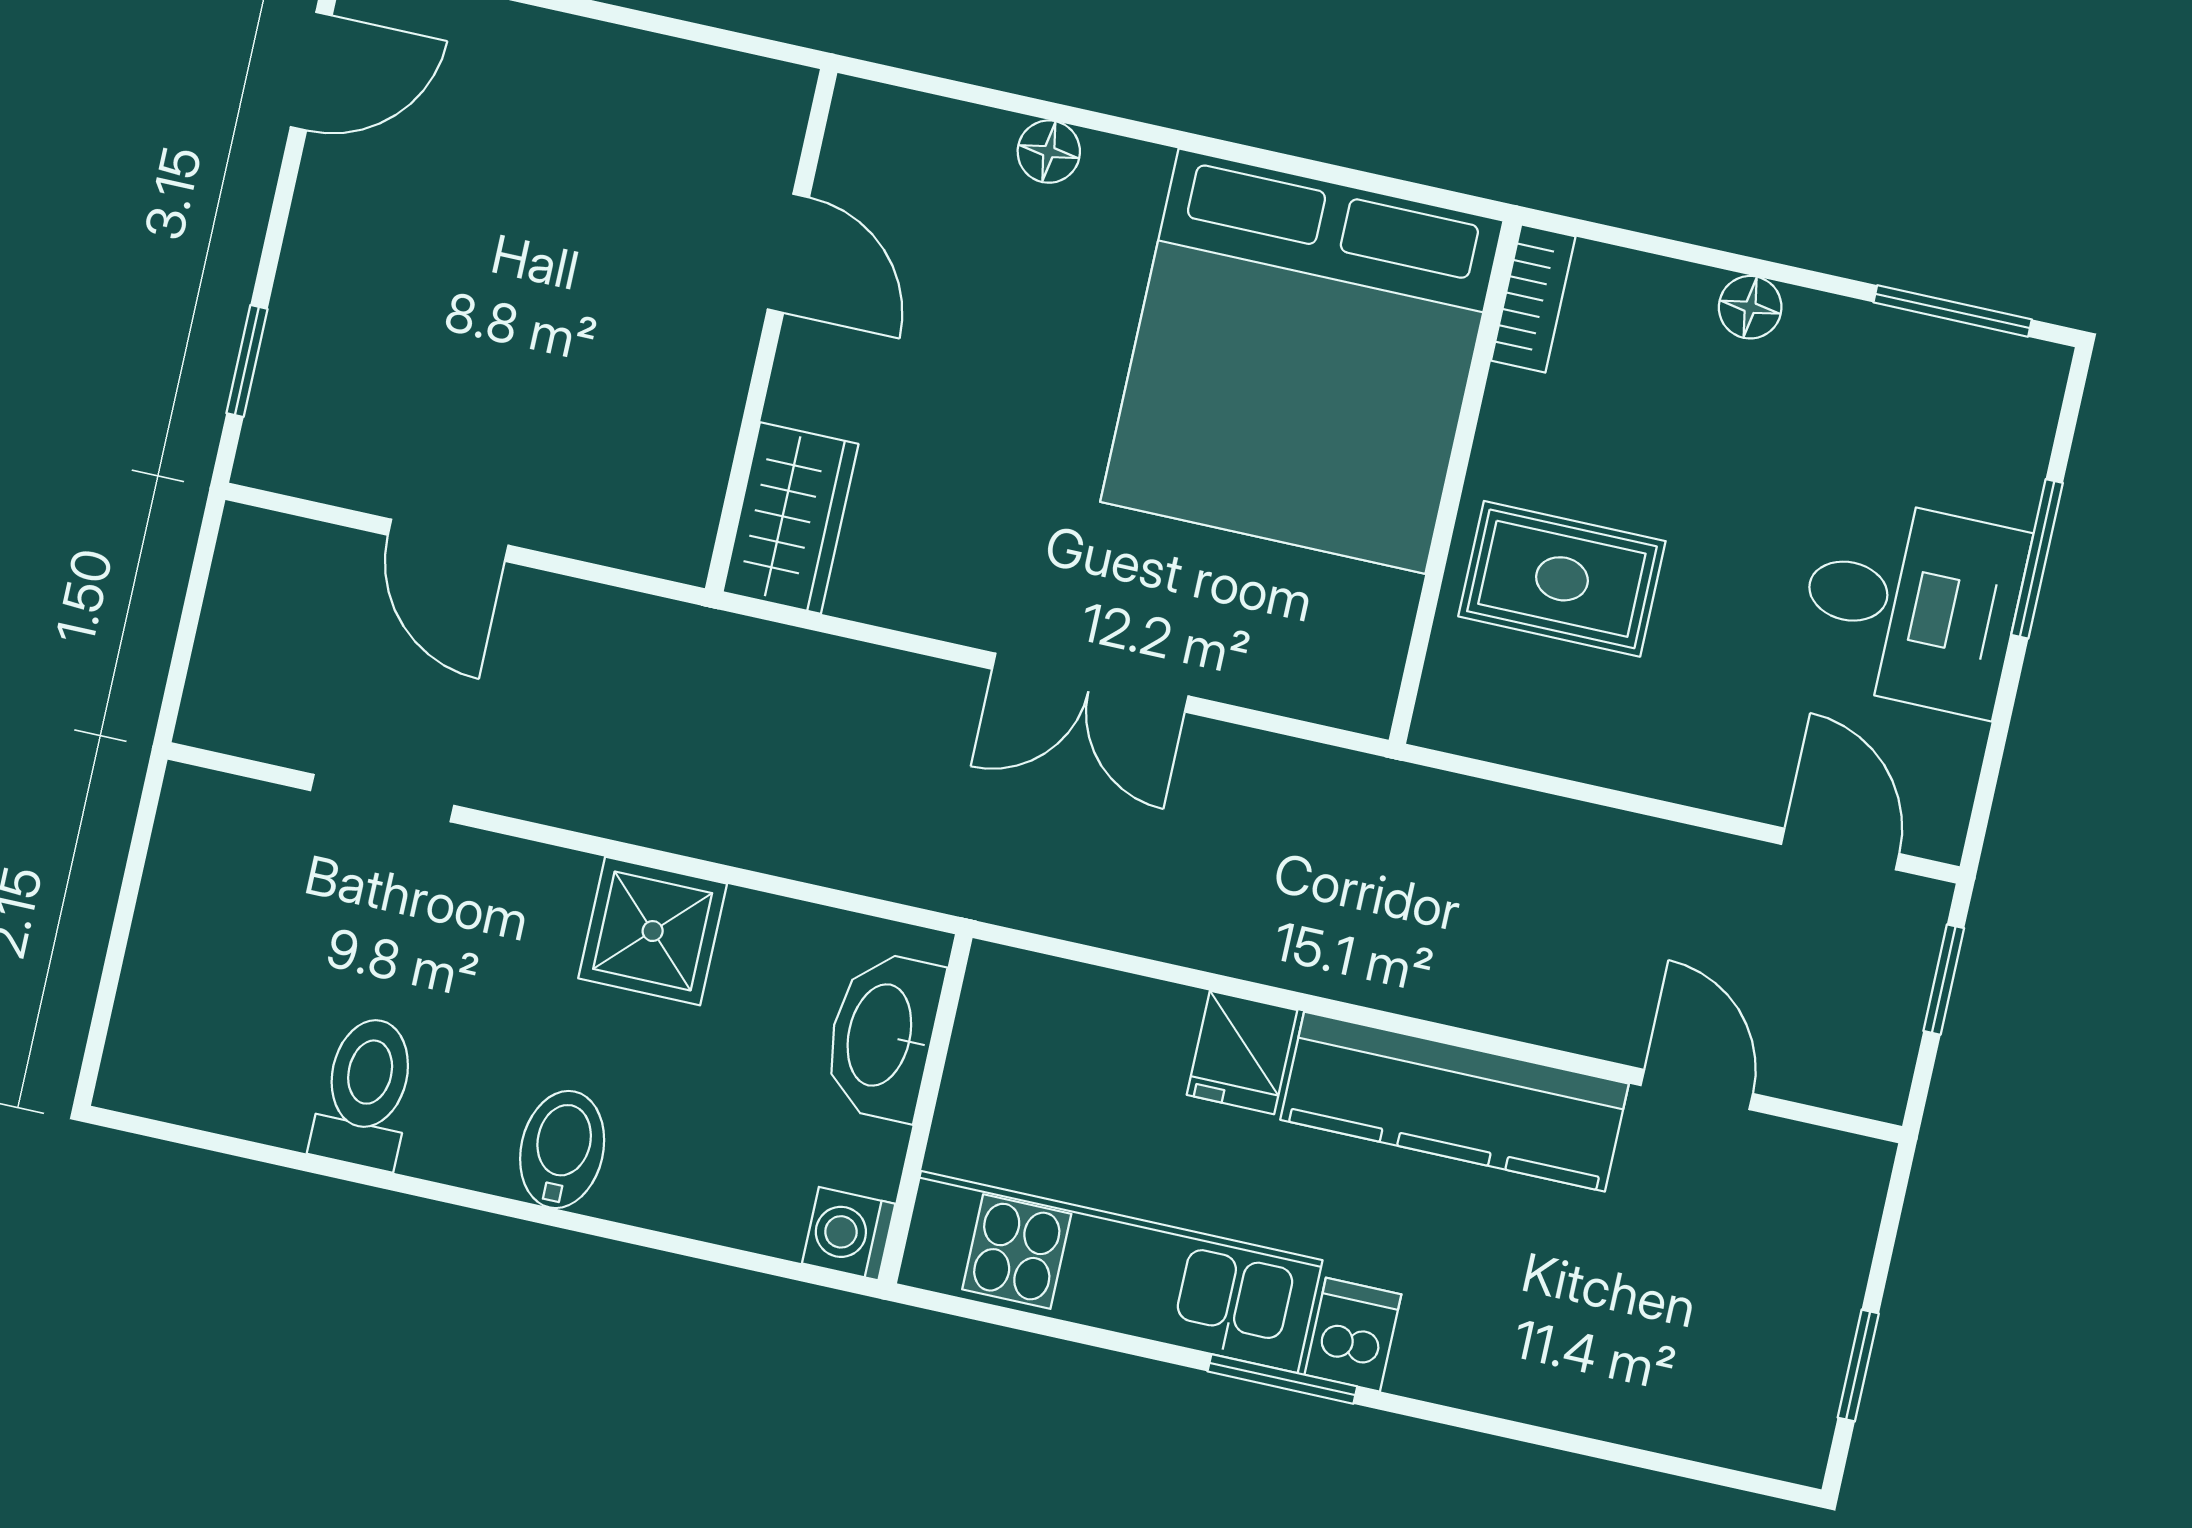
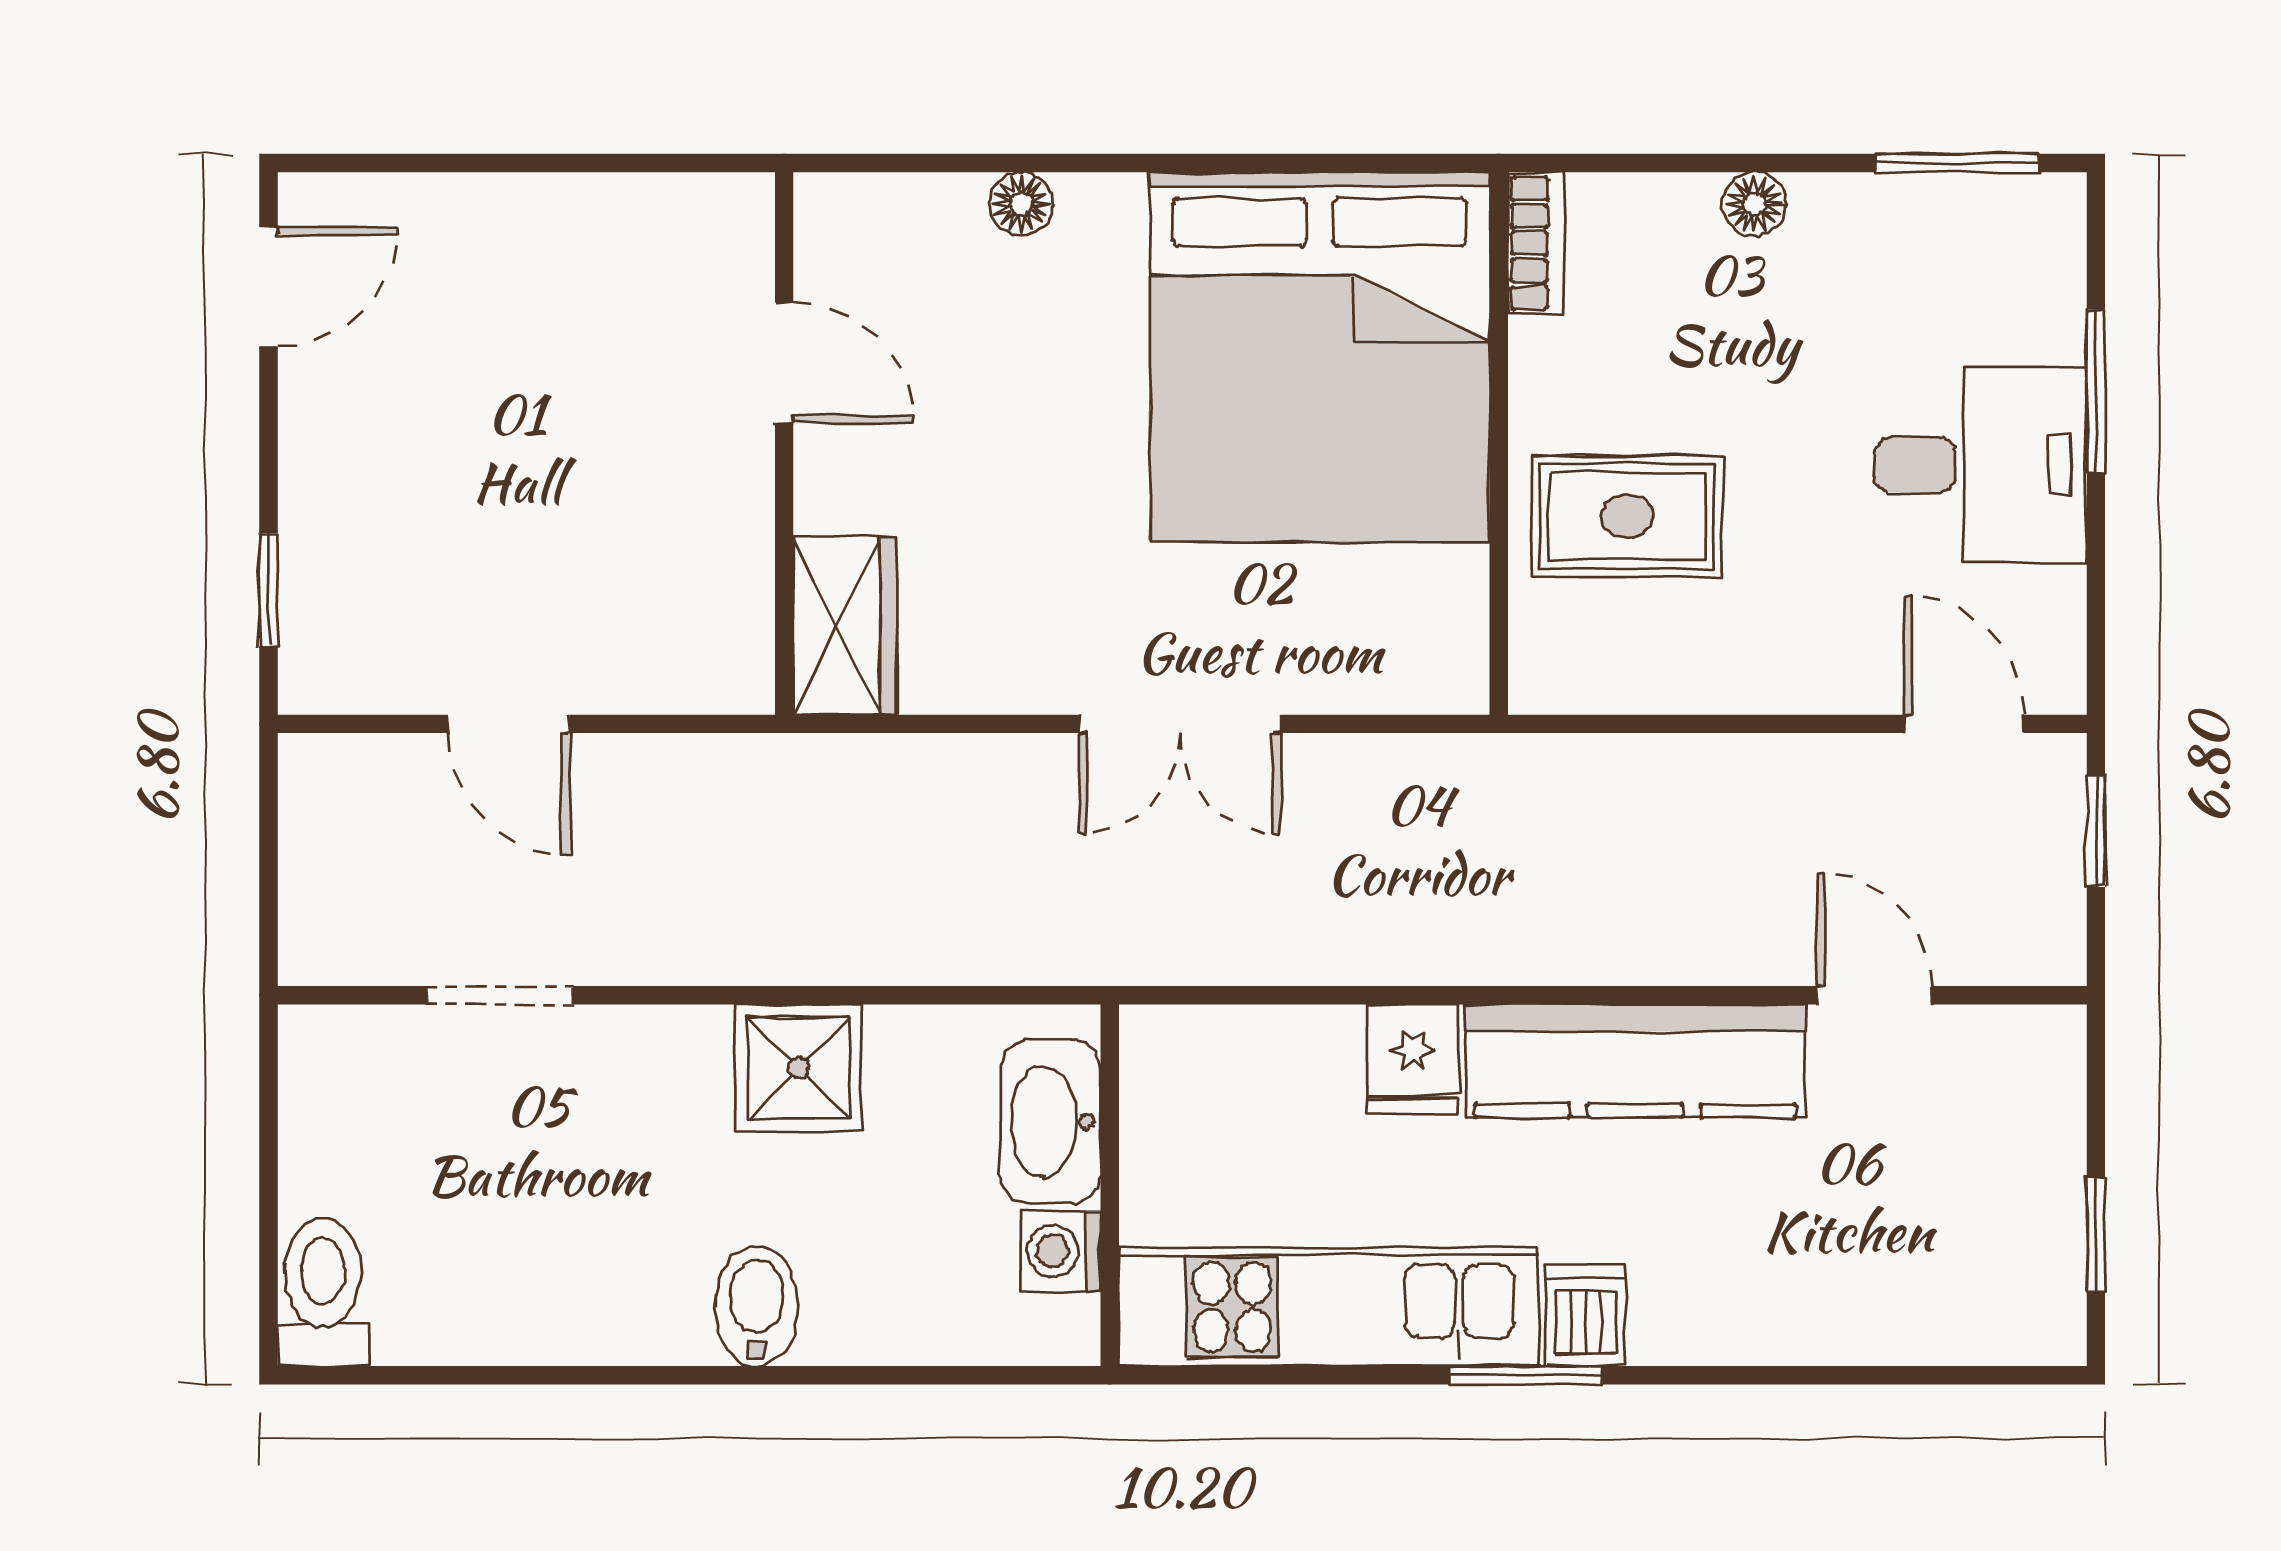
toilet: (366, 1092) -> (323, 1292), moved
washing machine: (849, 1234) -> (1061, 1251), moved

